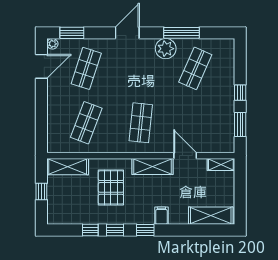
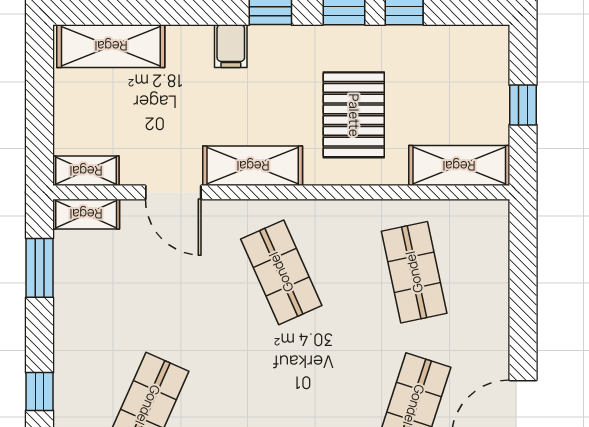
window: (240, 93) -> (39, 392), moved
shop shelf: (86, 123) -> (414, 272), turned -33
shop shelf: (141, 123) -> (281, 272), turned -30
shelving: (221, 147) -> (86, 214), added

